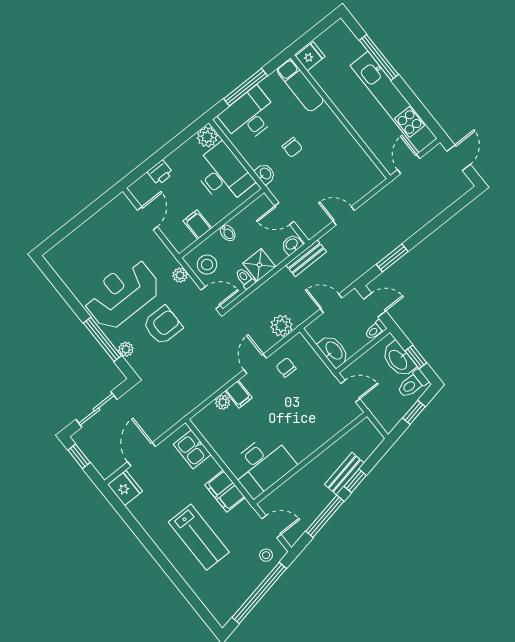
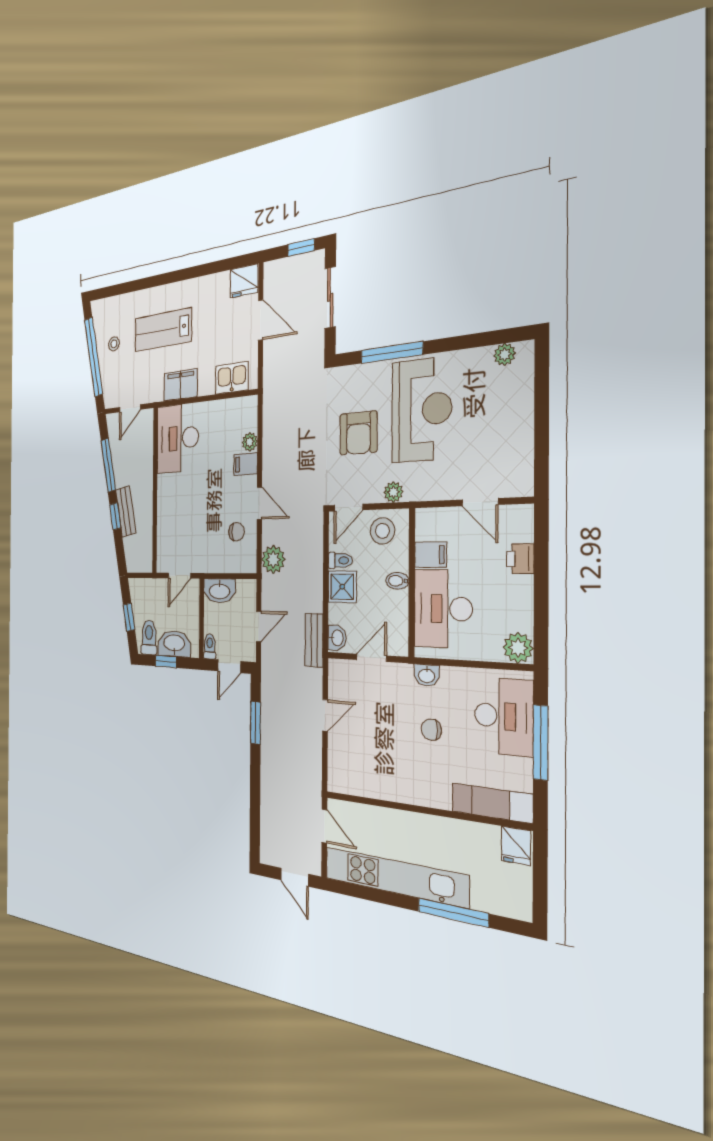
desk: (223, 174) -> (443, 609), moved, turned 90
plant: (126, 349) -> (505, 354), moved
stool: (266, 555) -> (114, 344), moved

